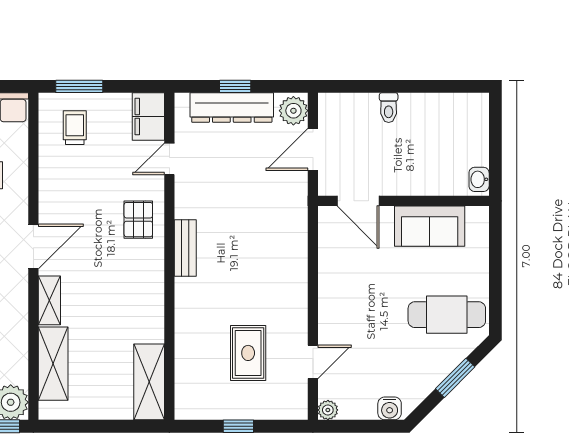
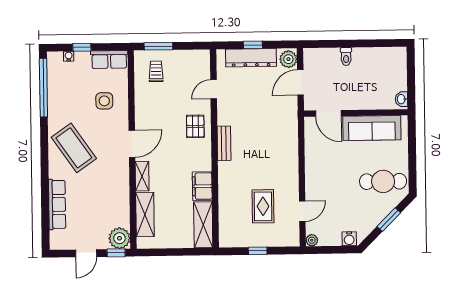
filing cabinet: (148, 117) -> (202, 186), moved
sofa: (430, 226) -> (372, 128), width x1.36

